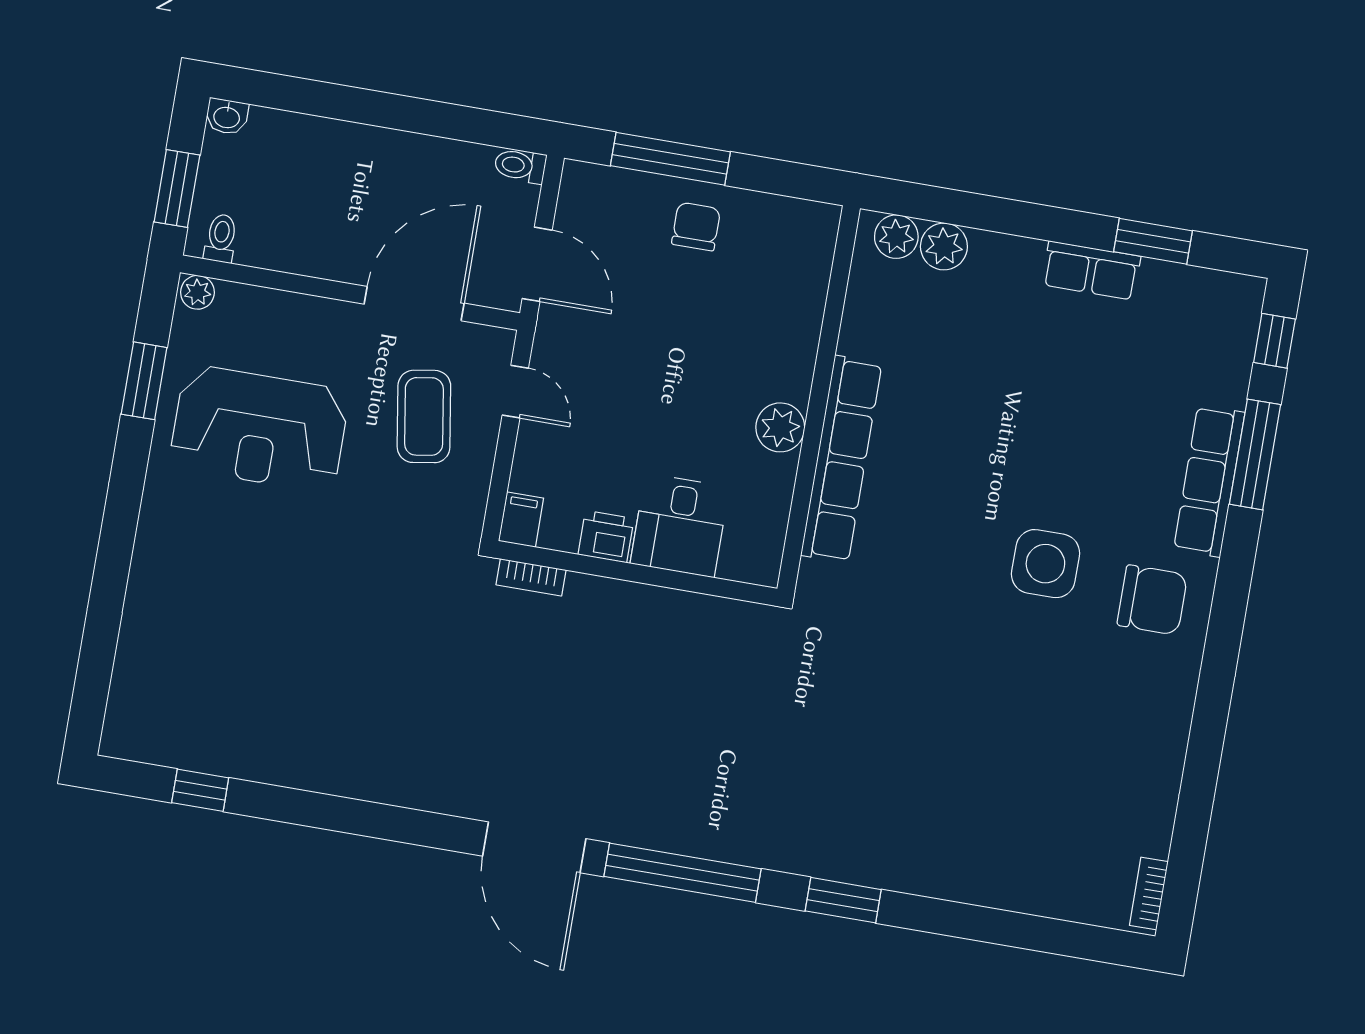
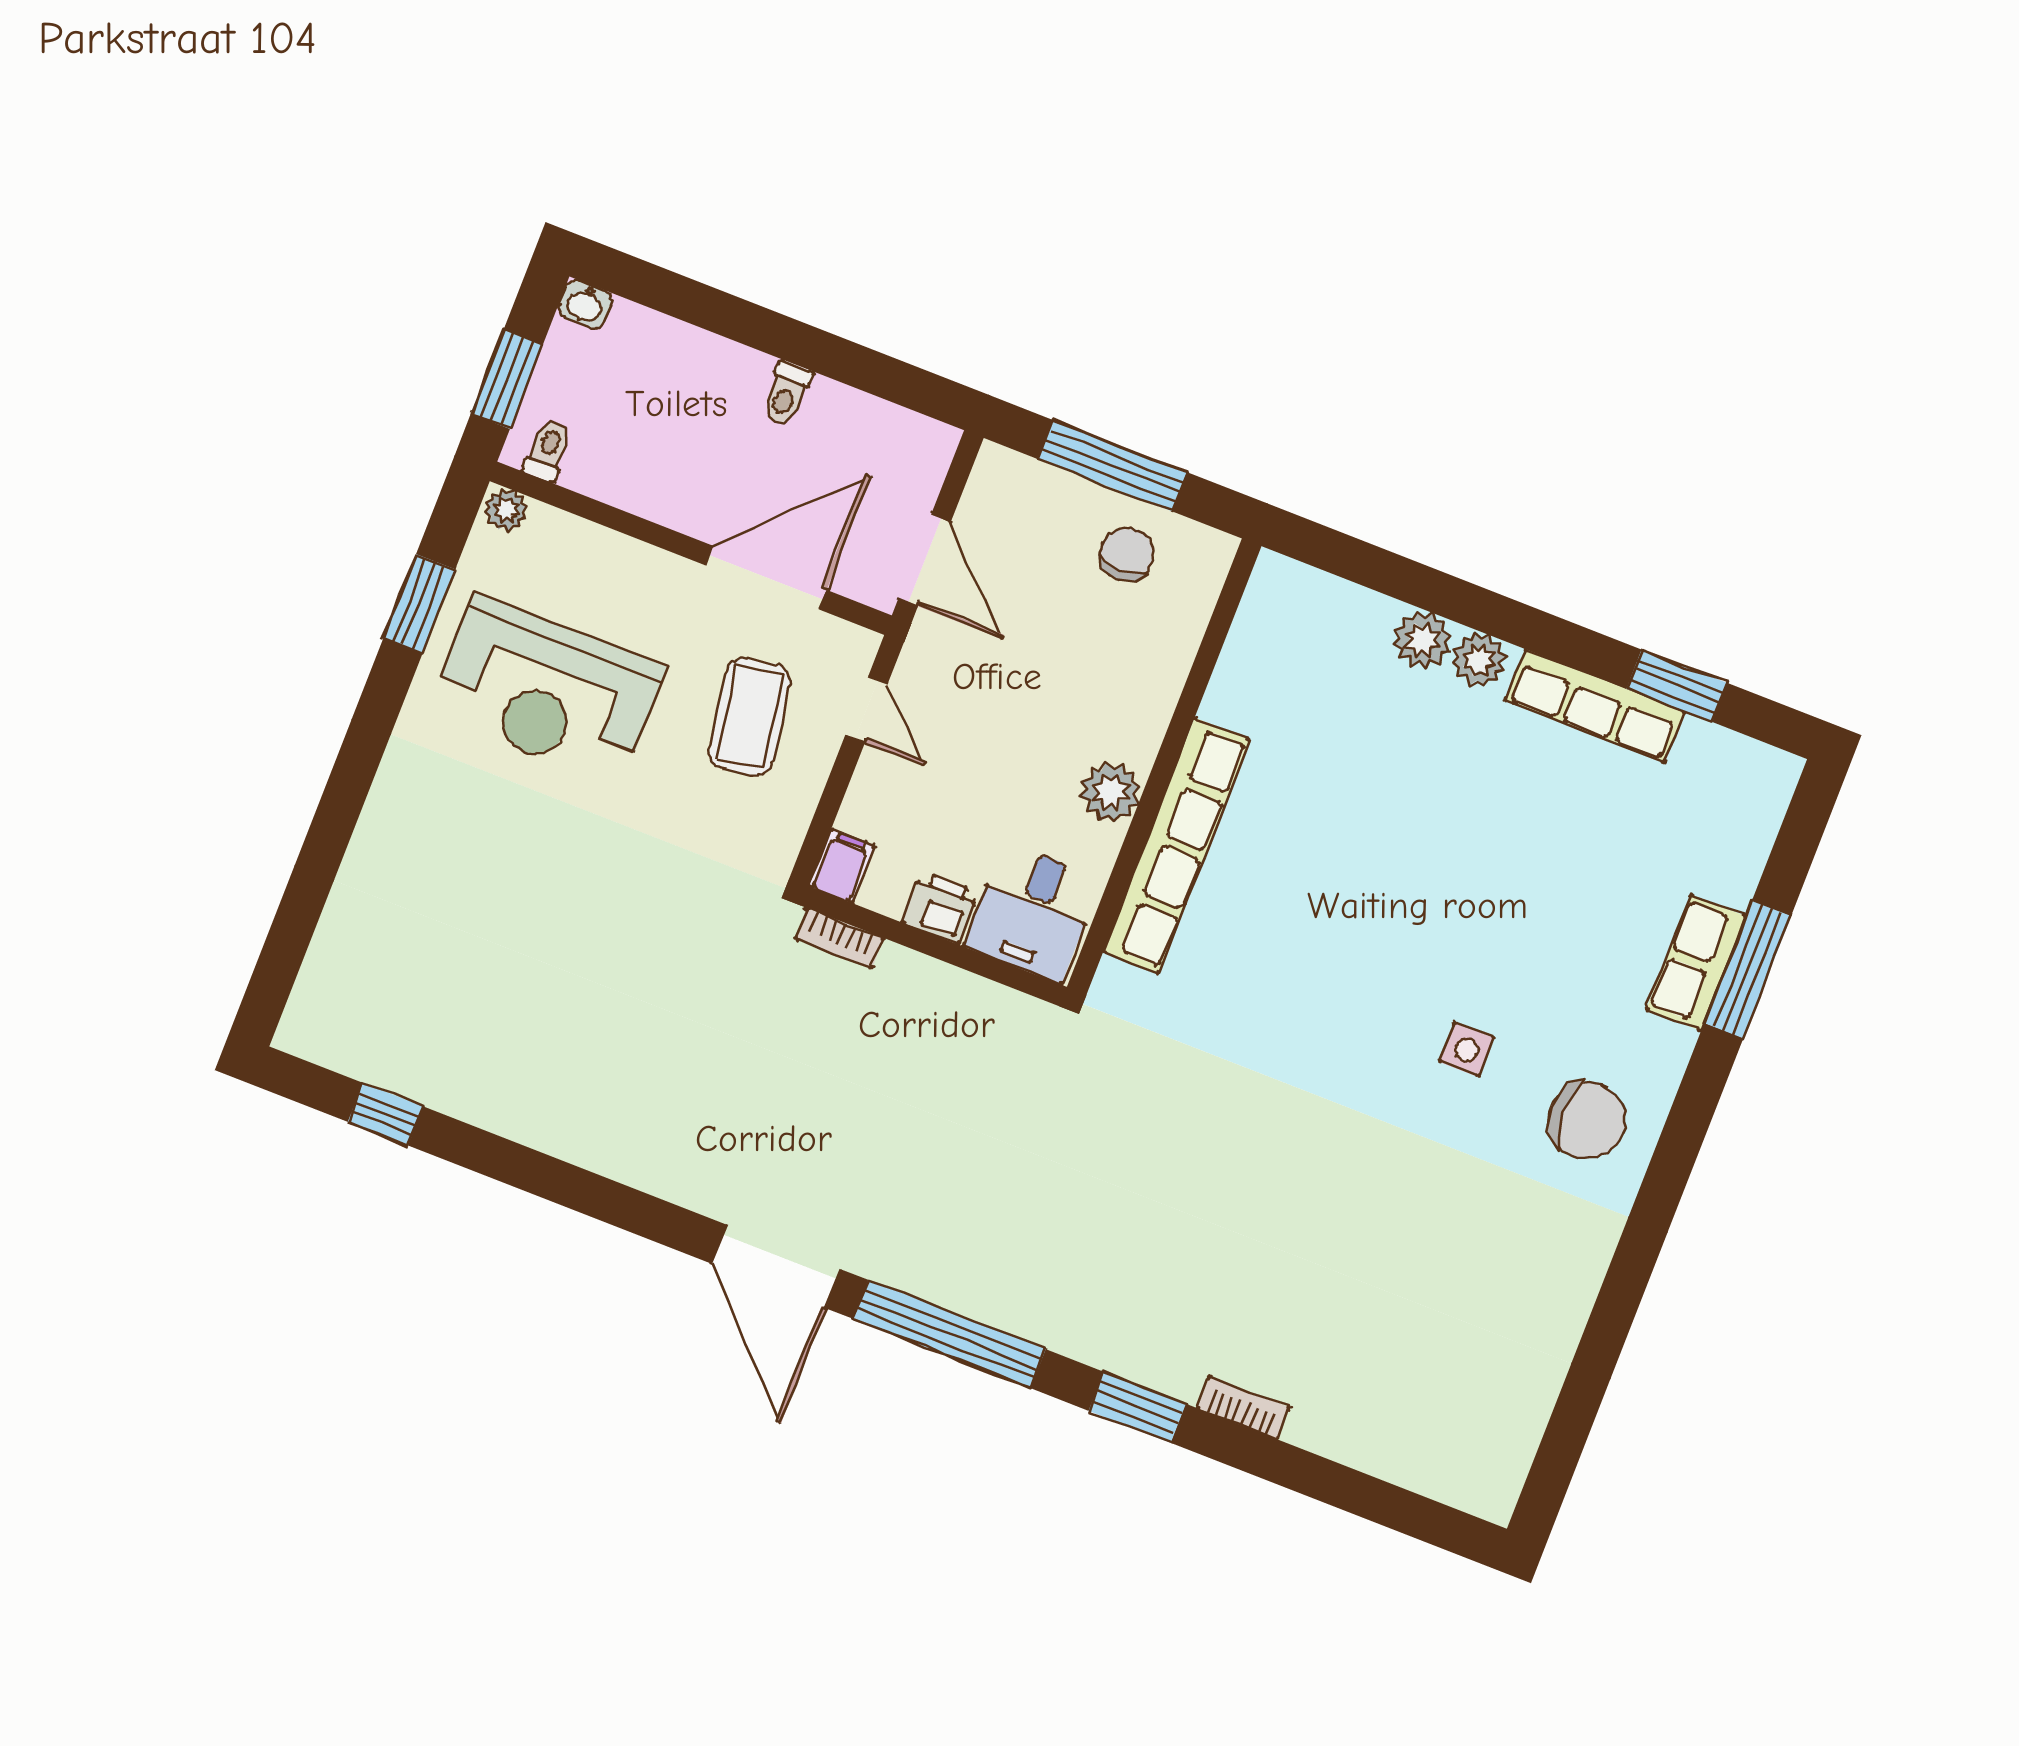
toilet: (520, 166) -> (786, 394), moved, turned -90
plant: (896, 237) -> (1479, 660), moved
row of seats: (1091, 271) -> (1595, 706), width x1.48
window: (1274, 341) -> (1799, 837), removed
wall: (819, 399) -> (1164, 767), moved
plant: (780, 427) -> (1111, 792), moved
row of seats: (841, 459) -> (1177, 846), moved
row of seats: (1209, 481) -> (1696, 963), width x0.68
side table: (1045, 564) -> (1466, 1050), width x0.54, depth x0.54
bookcase: (1149, 893) -> (1243, 1408), moved, turned 90

